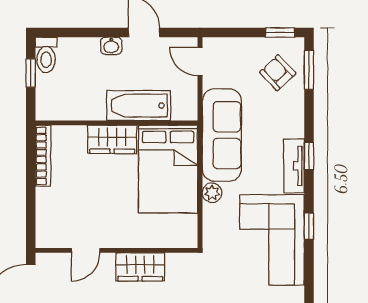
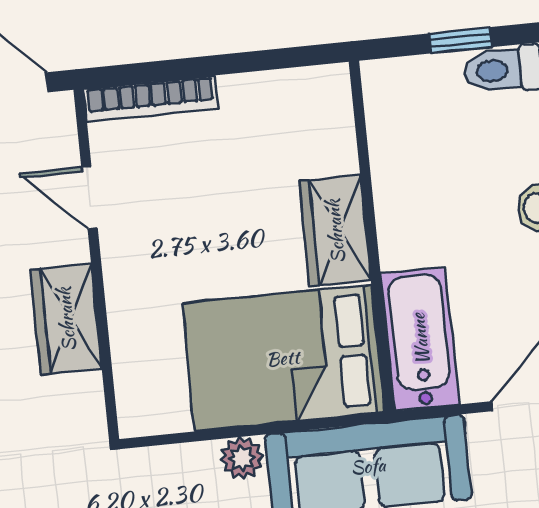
bathtub: (139, 106) -> (420, 339), moved
bookcase: (43, 156) -> (151, 99), moved

